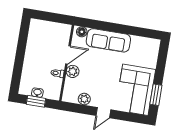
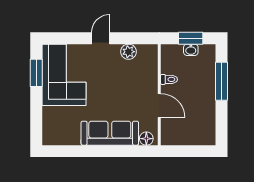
door: (68, 55) -> (159, 106), swing flipped
window: (18, 65) -> (221, 81), added
plant: (73, 71) -> (150, 85), removed

